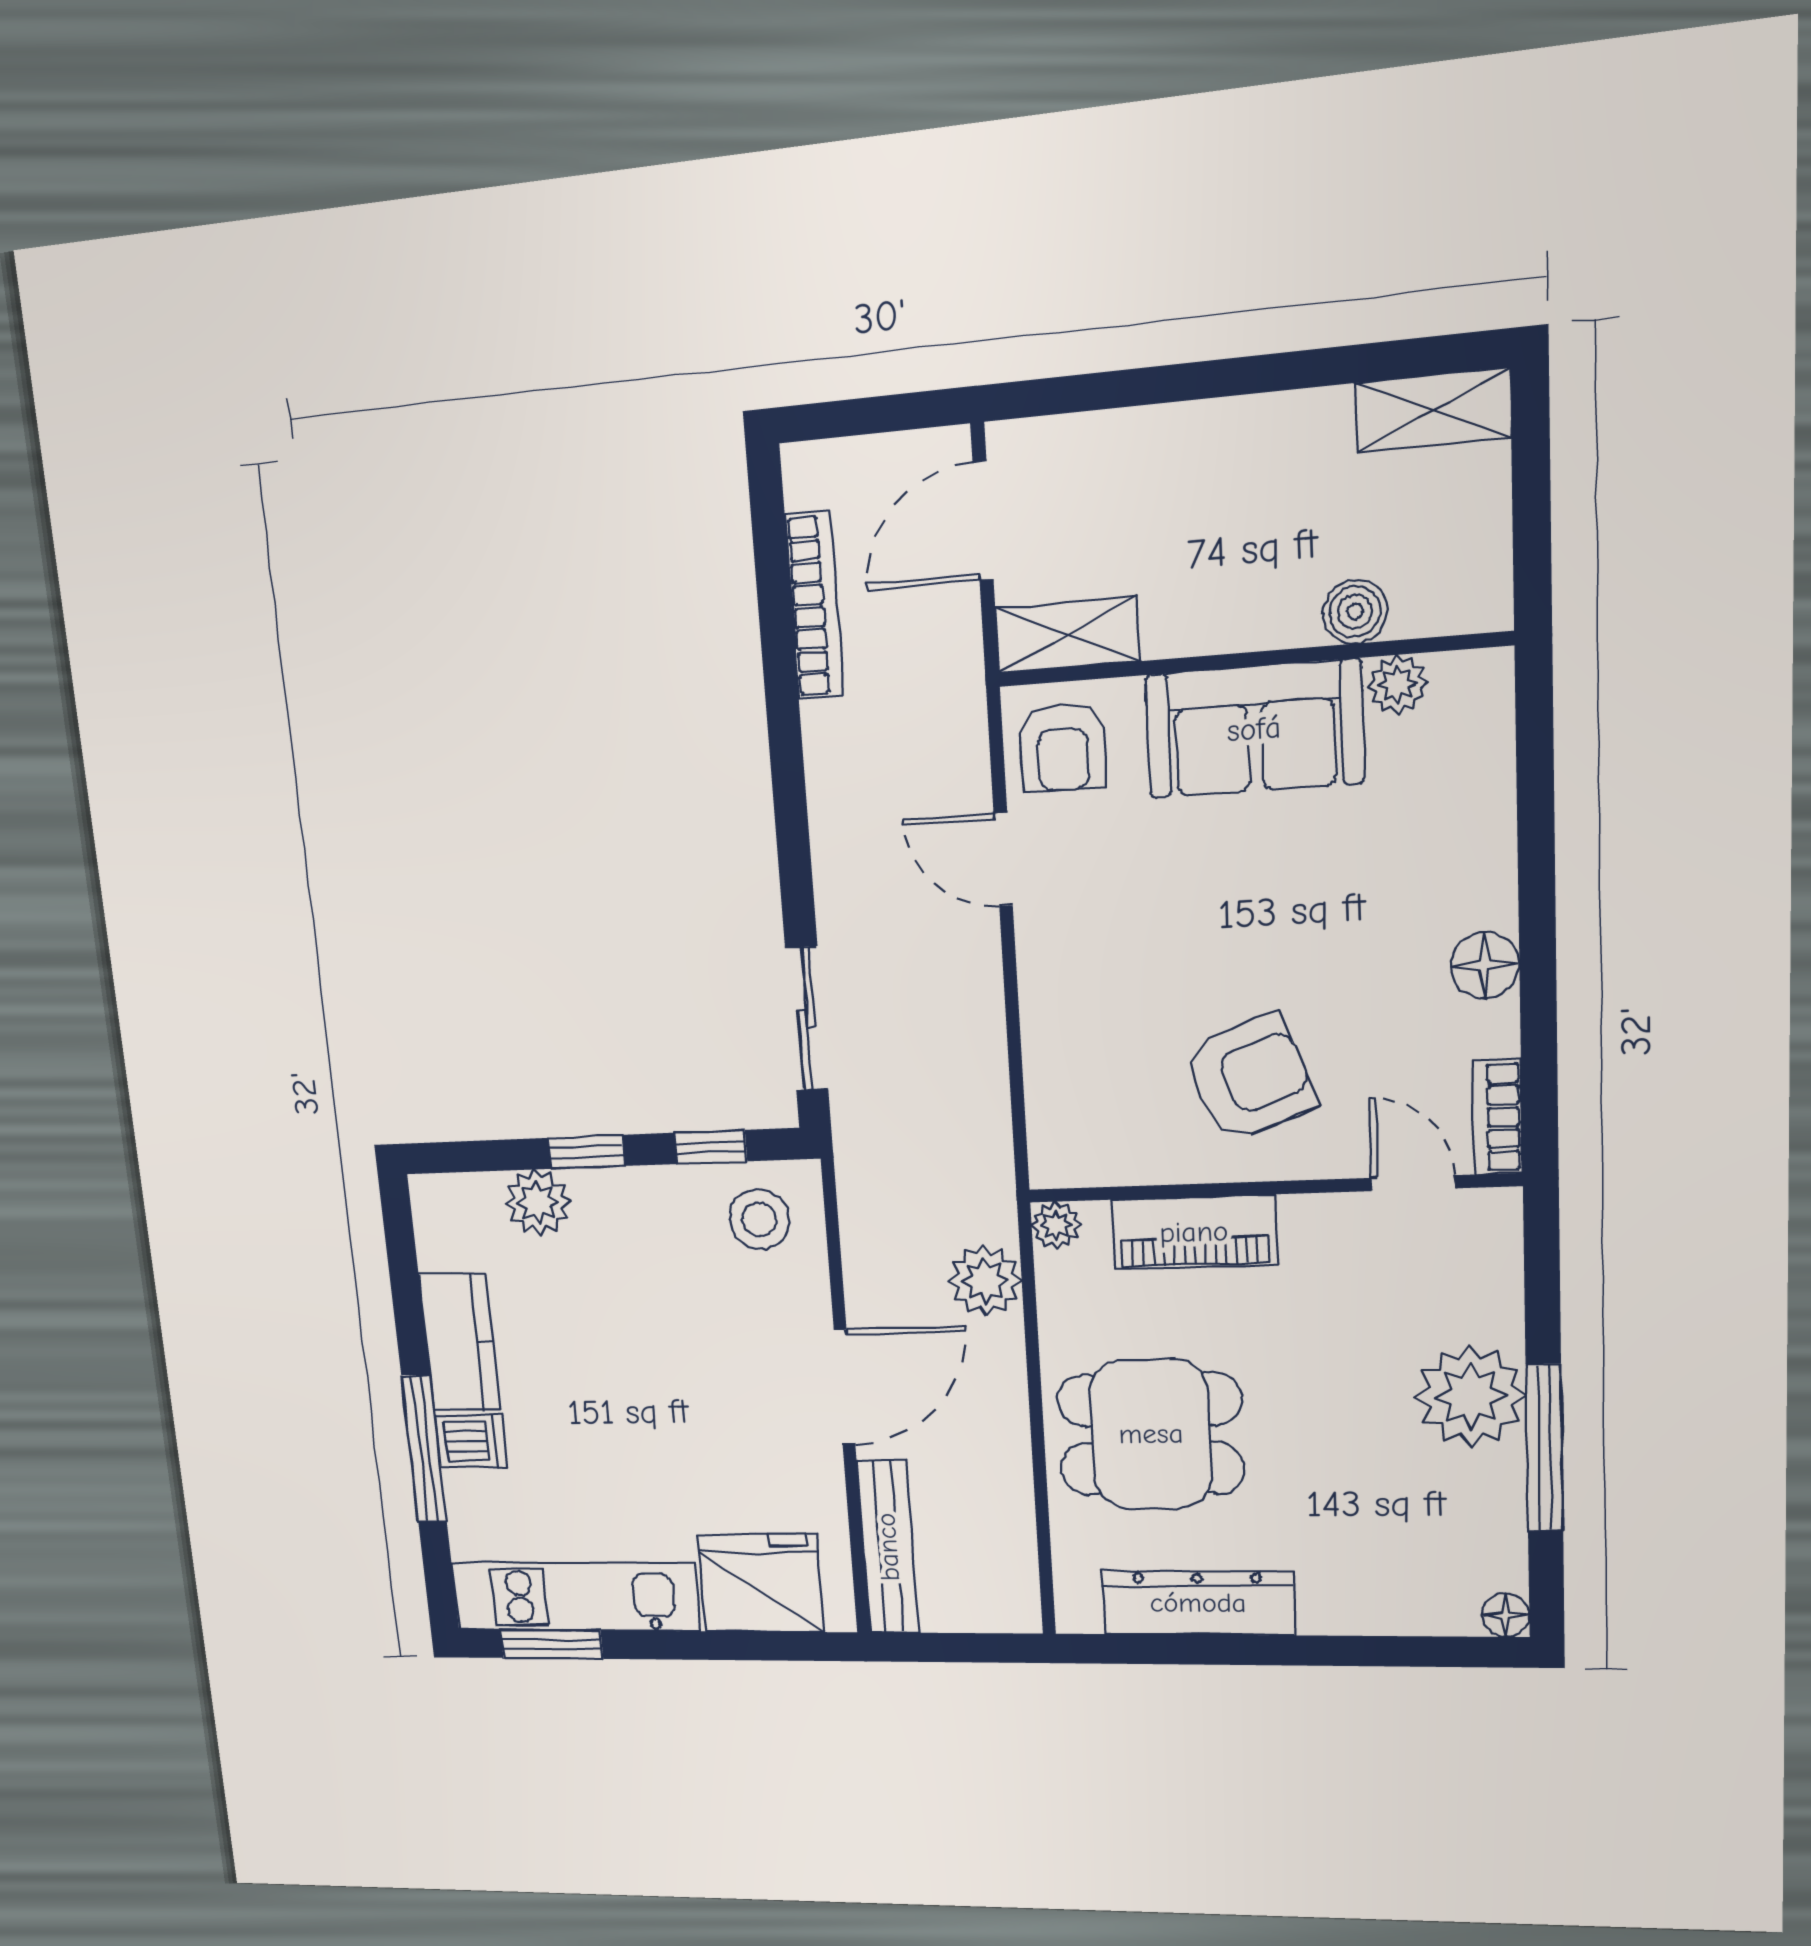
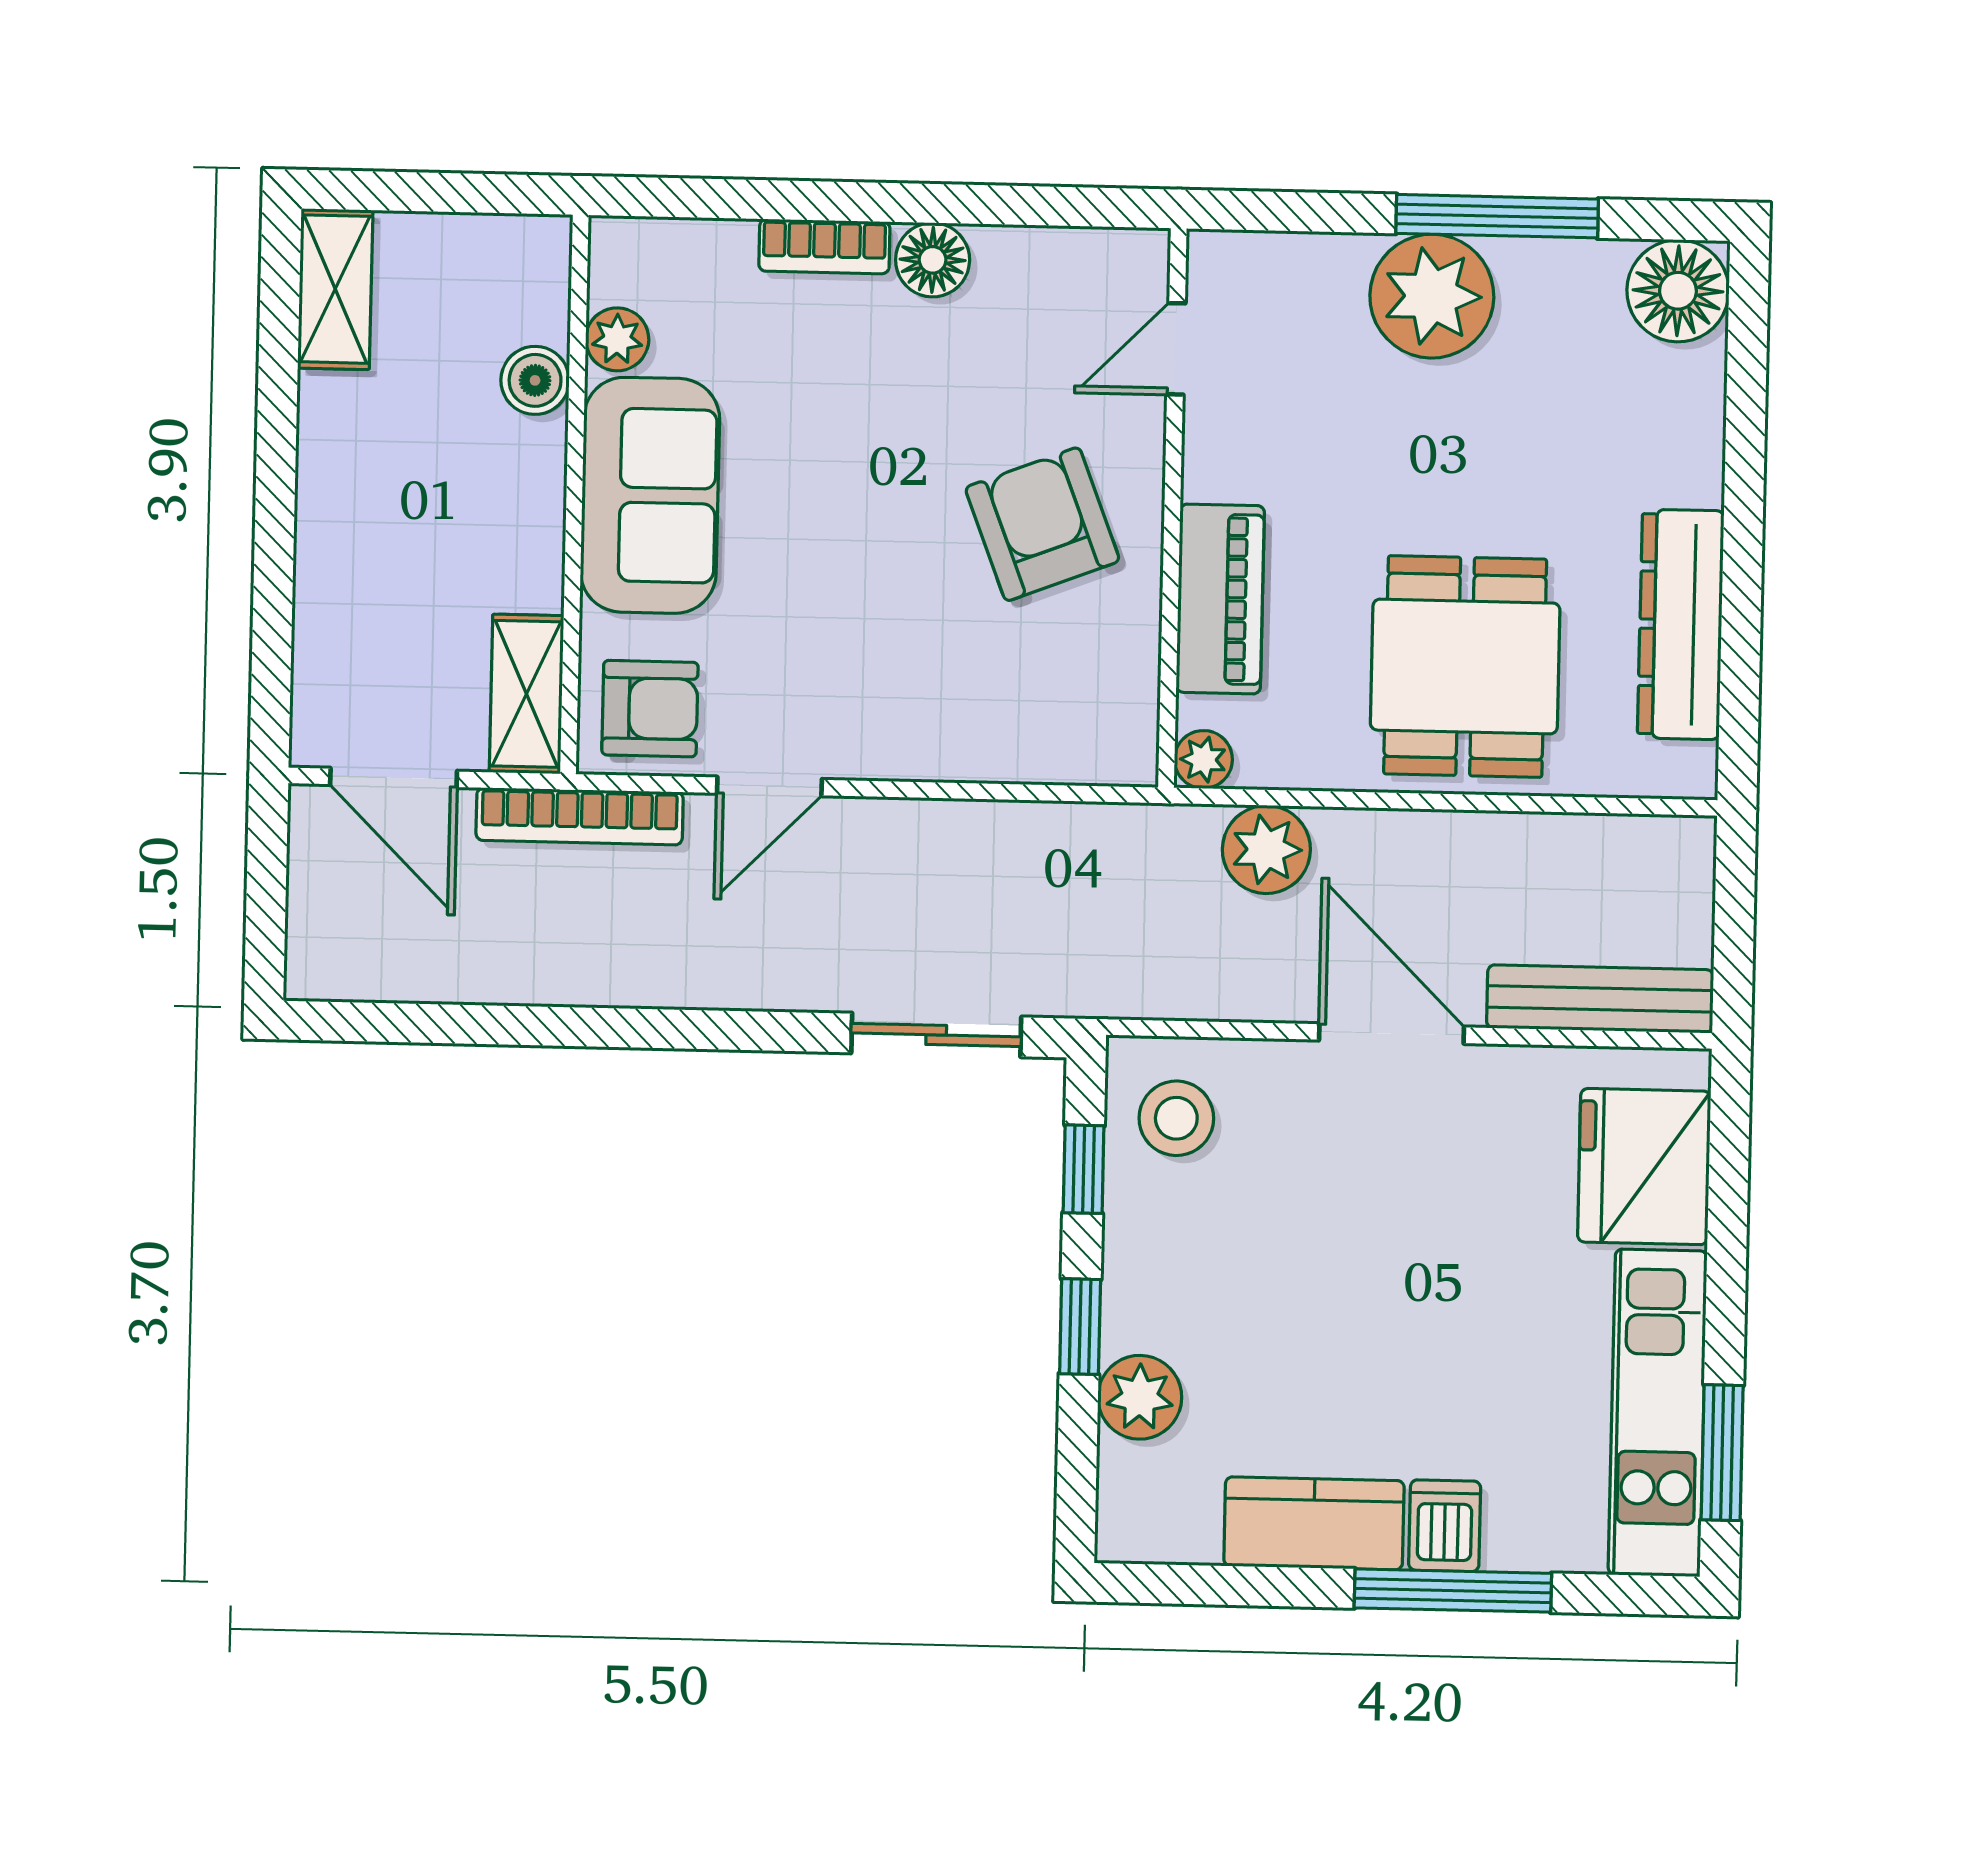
bookcase: (814, 606) -> (580, 816), moved, turned 180
bookcase: (1498, 1117) -> (824, 246), moved
floor lamp: (1506, 1615) -> (1678, 291), width x1.89, depth x1.89

